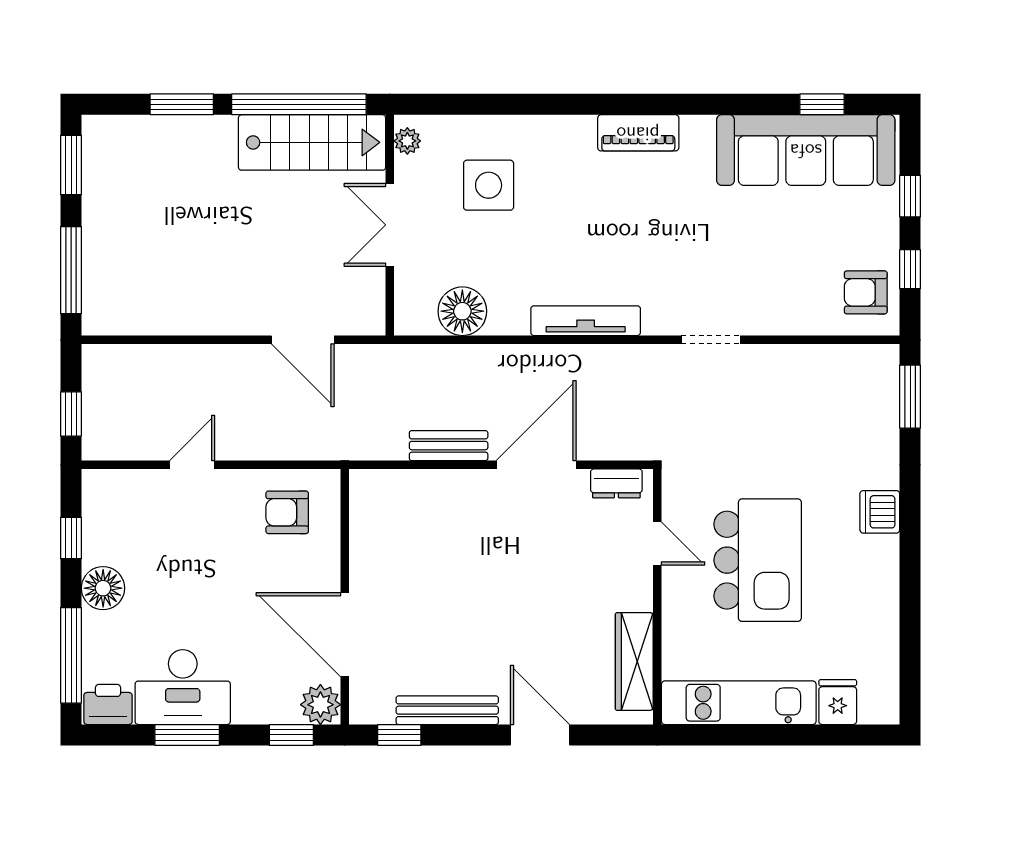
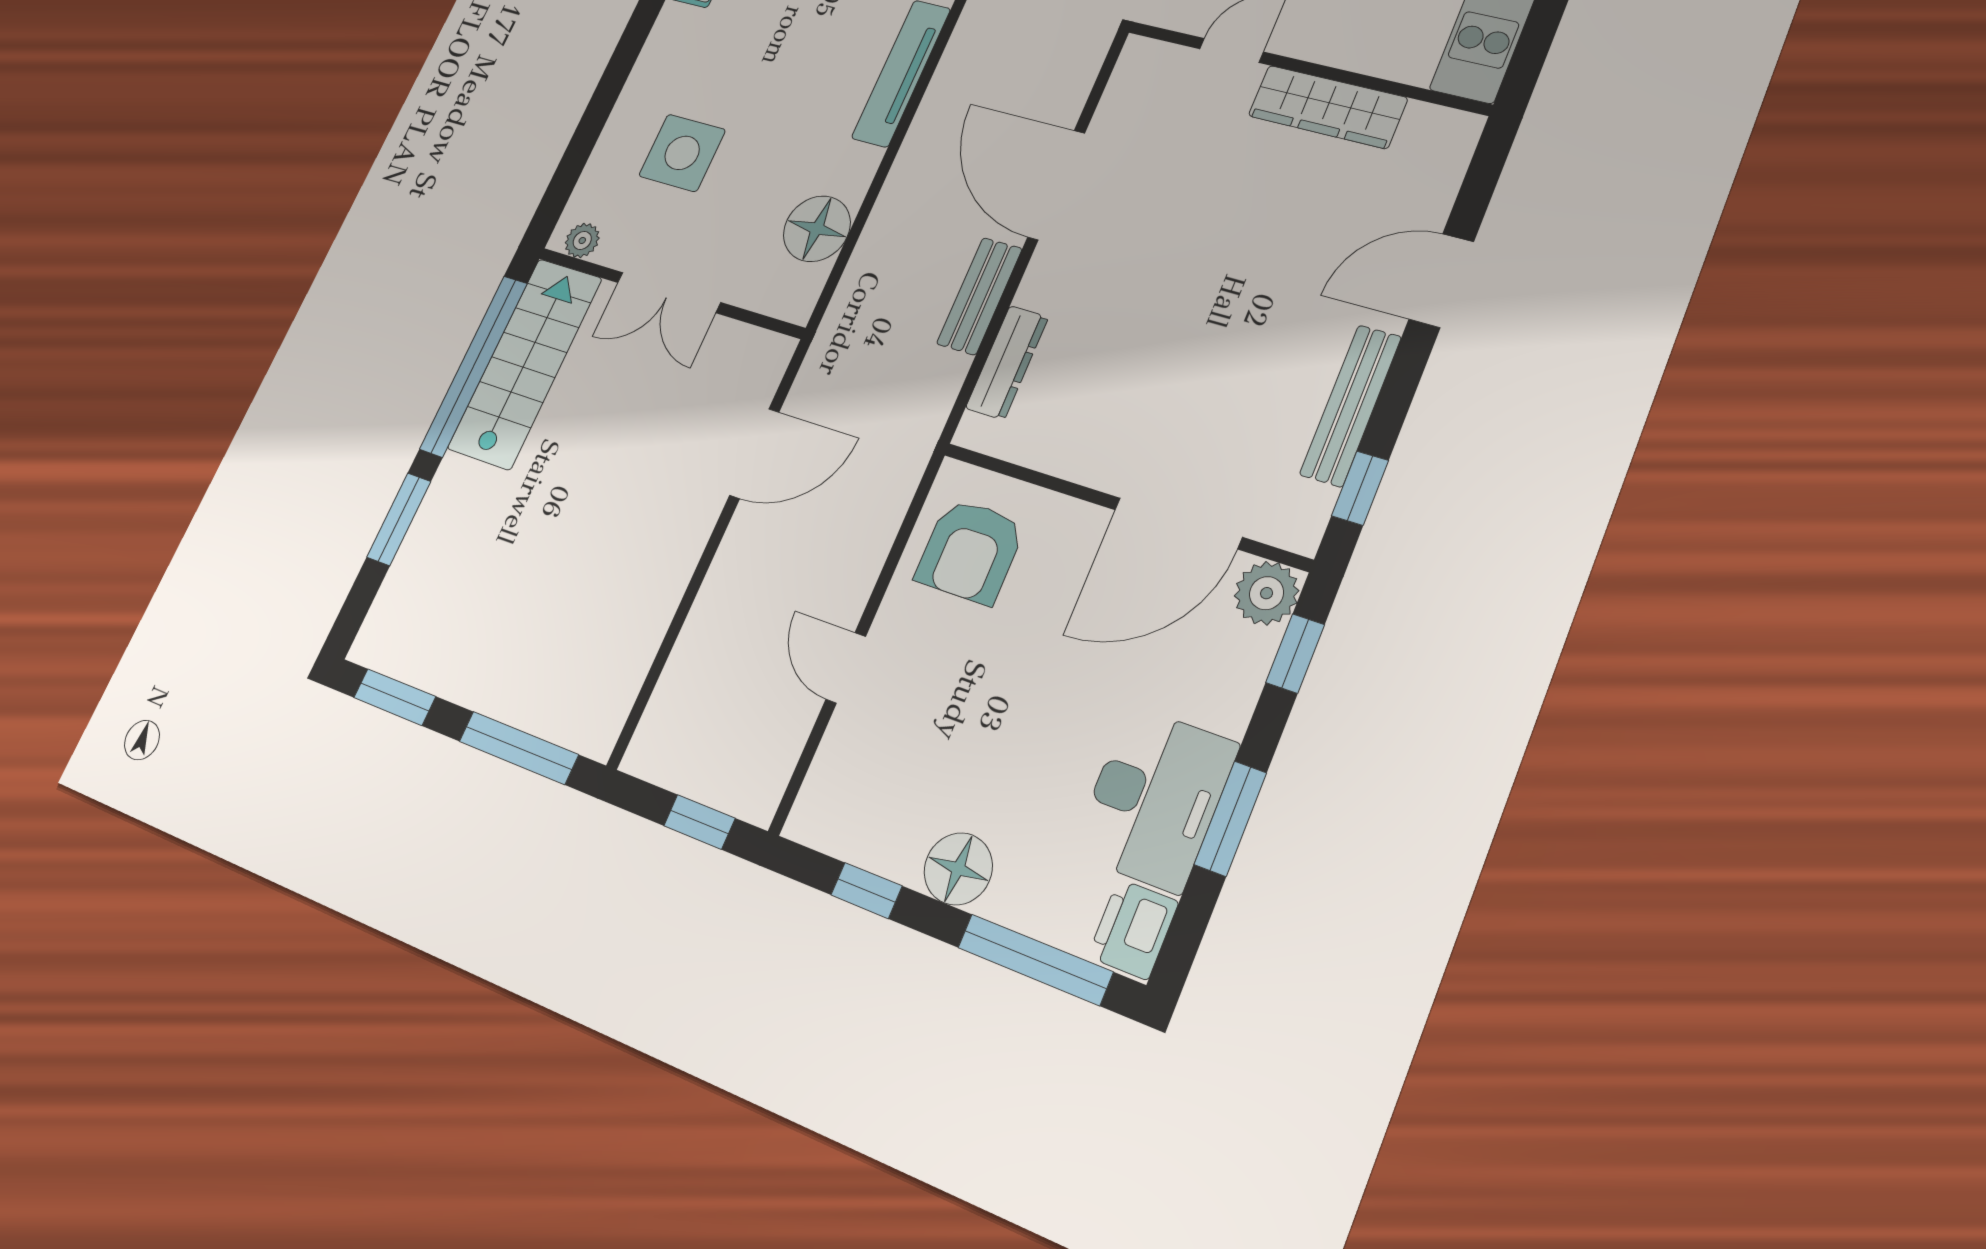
dresser: (616, 483) -> (1007, 363), moved, width x1.44
armchair: (287, 512) -> (970, 551), width x1.38, depth x1.38
wardrobe: (634, 661) -> (1327, 107), moved

